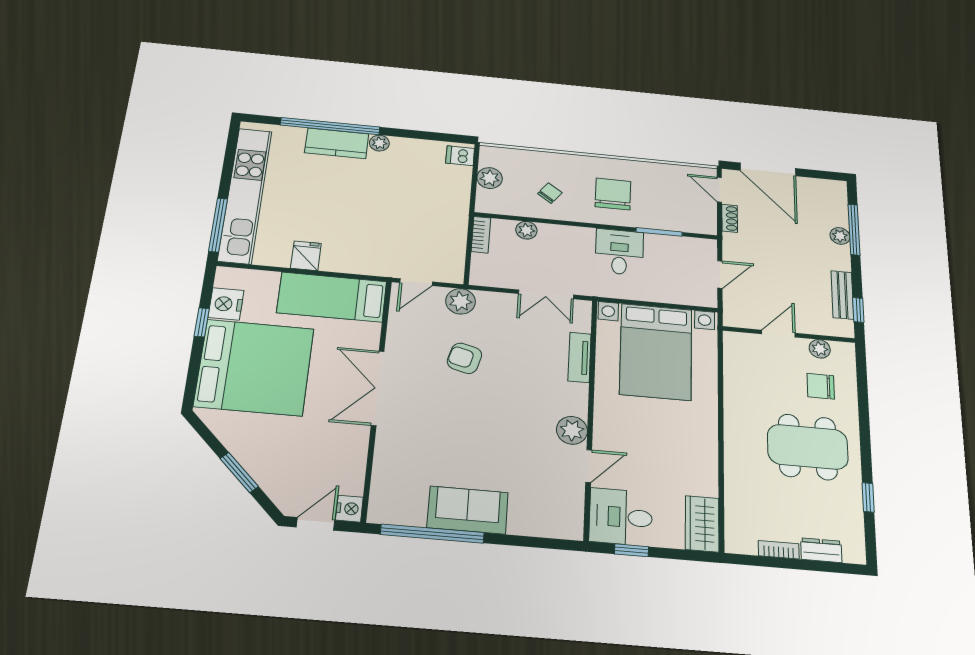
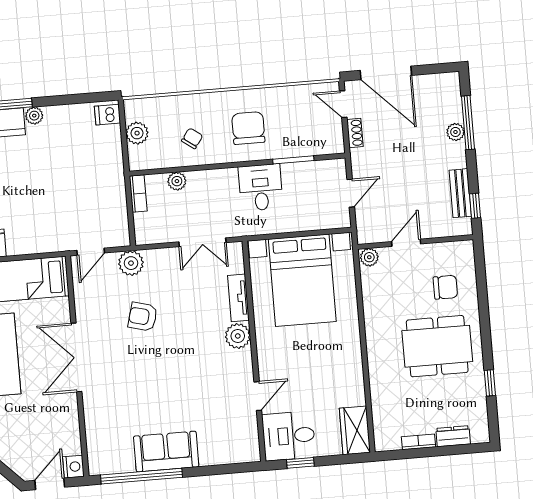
plant: (820, 349) -> (369, 257), moved
chair: (821, 386) -> (445, 287), turned 180
plant: (572, 430) -> (238, 336), moved

